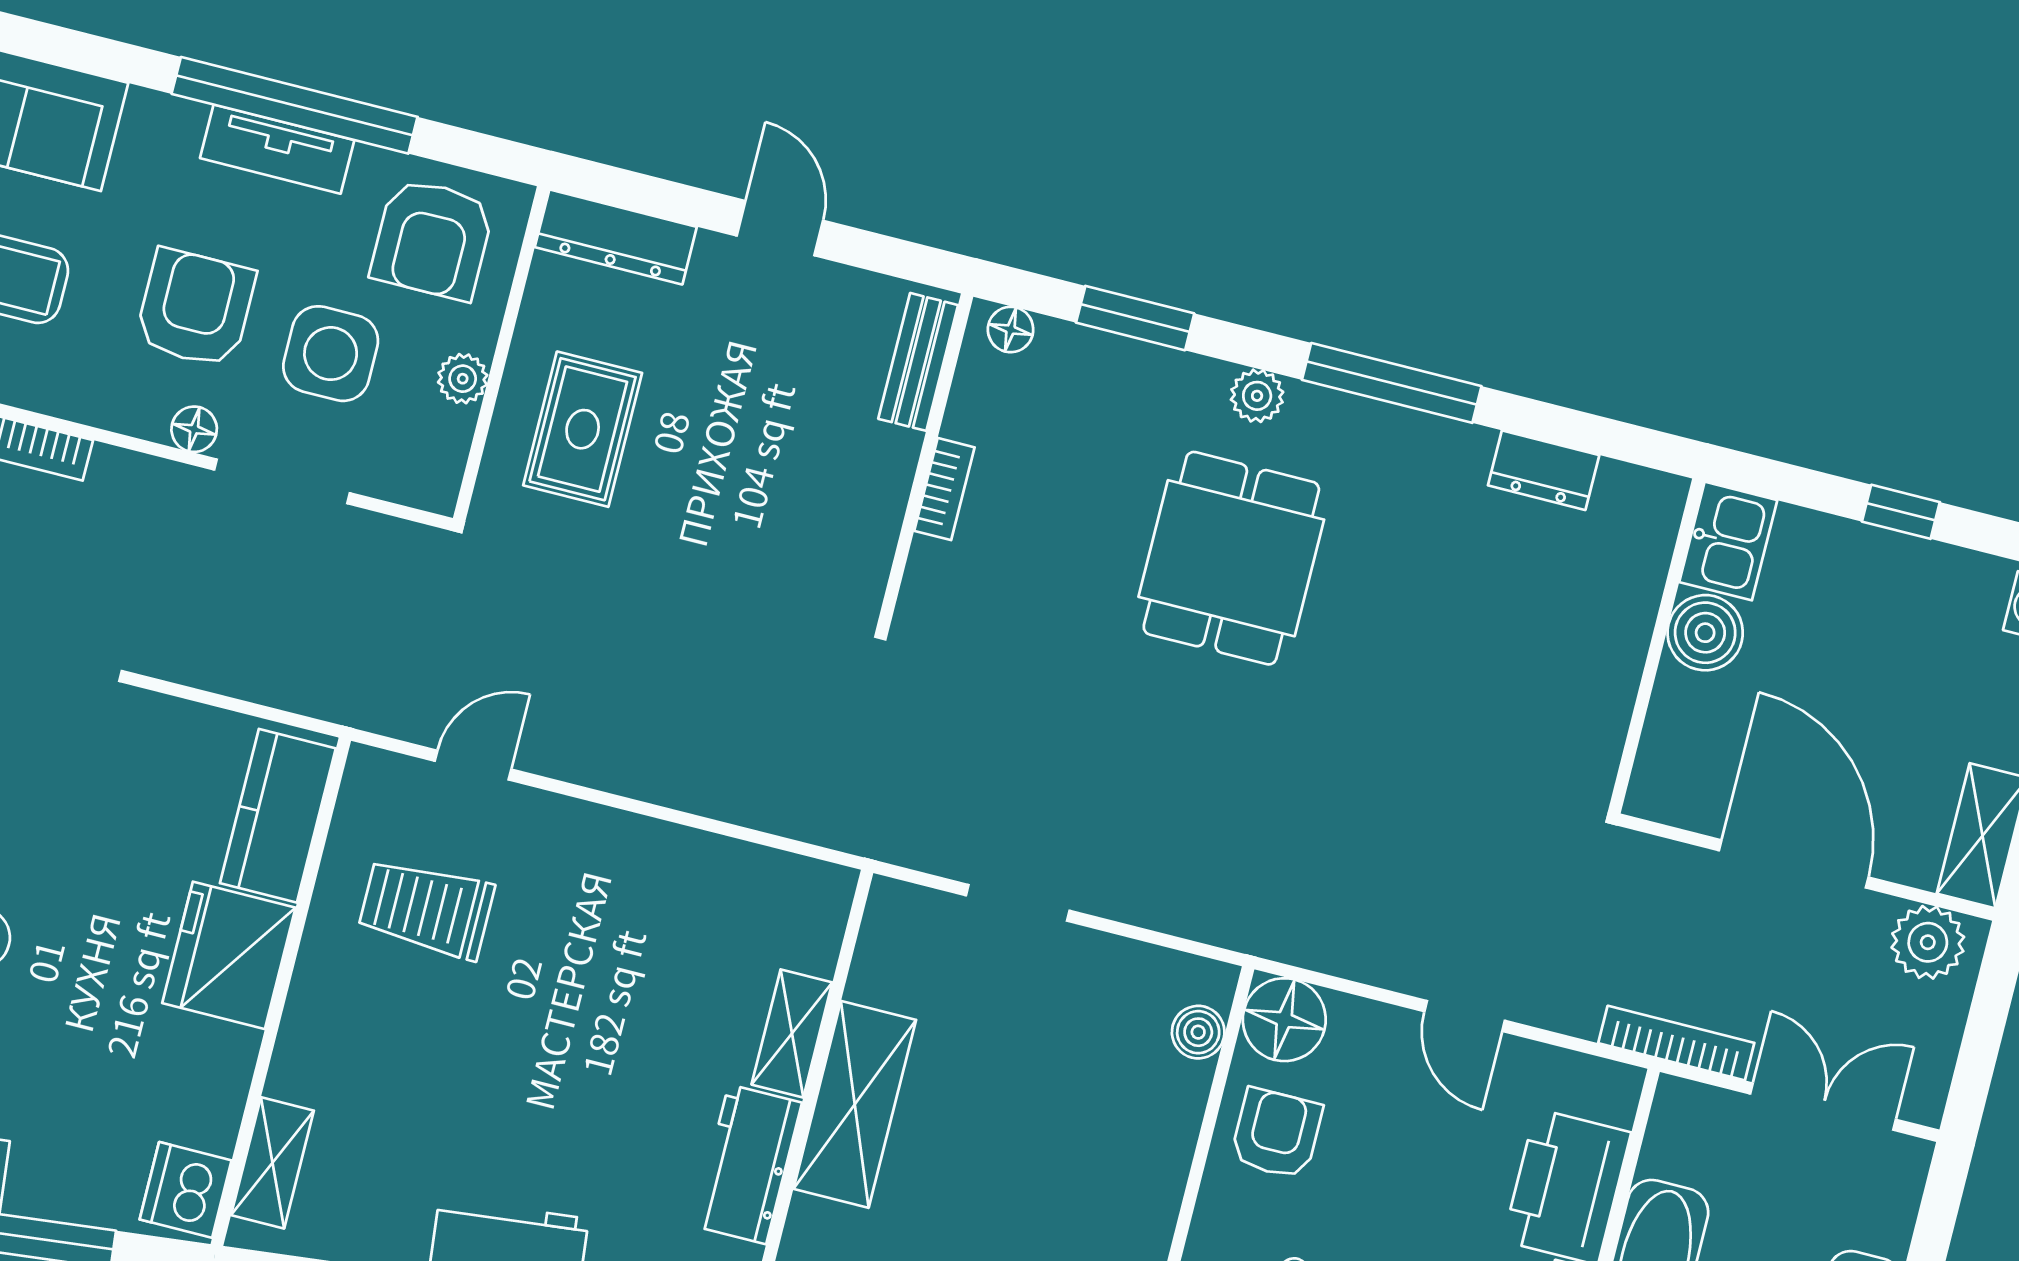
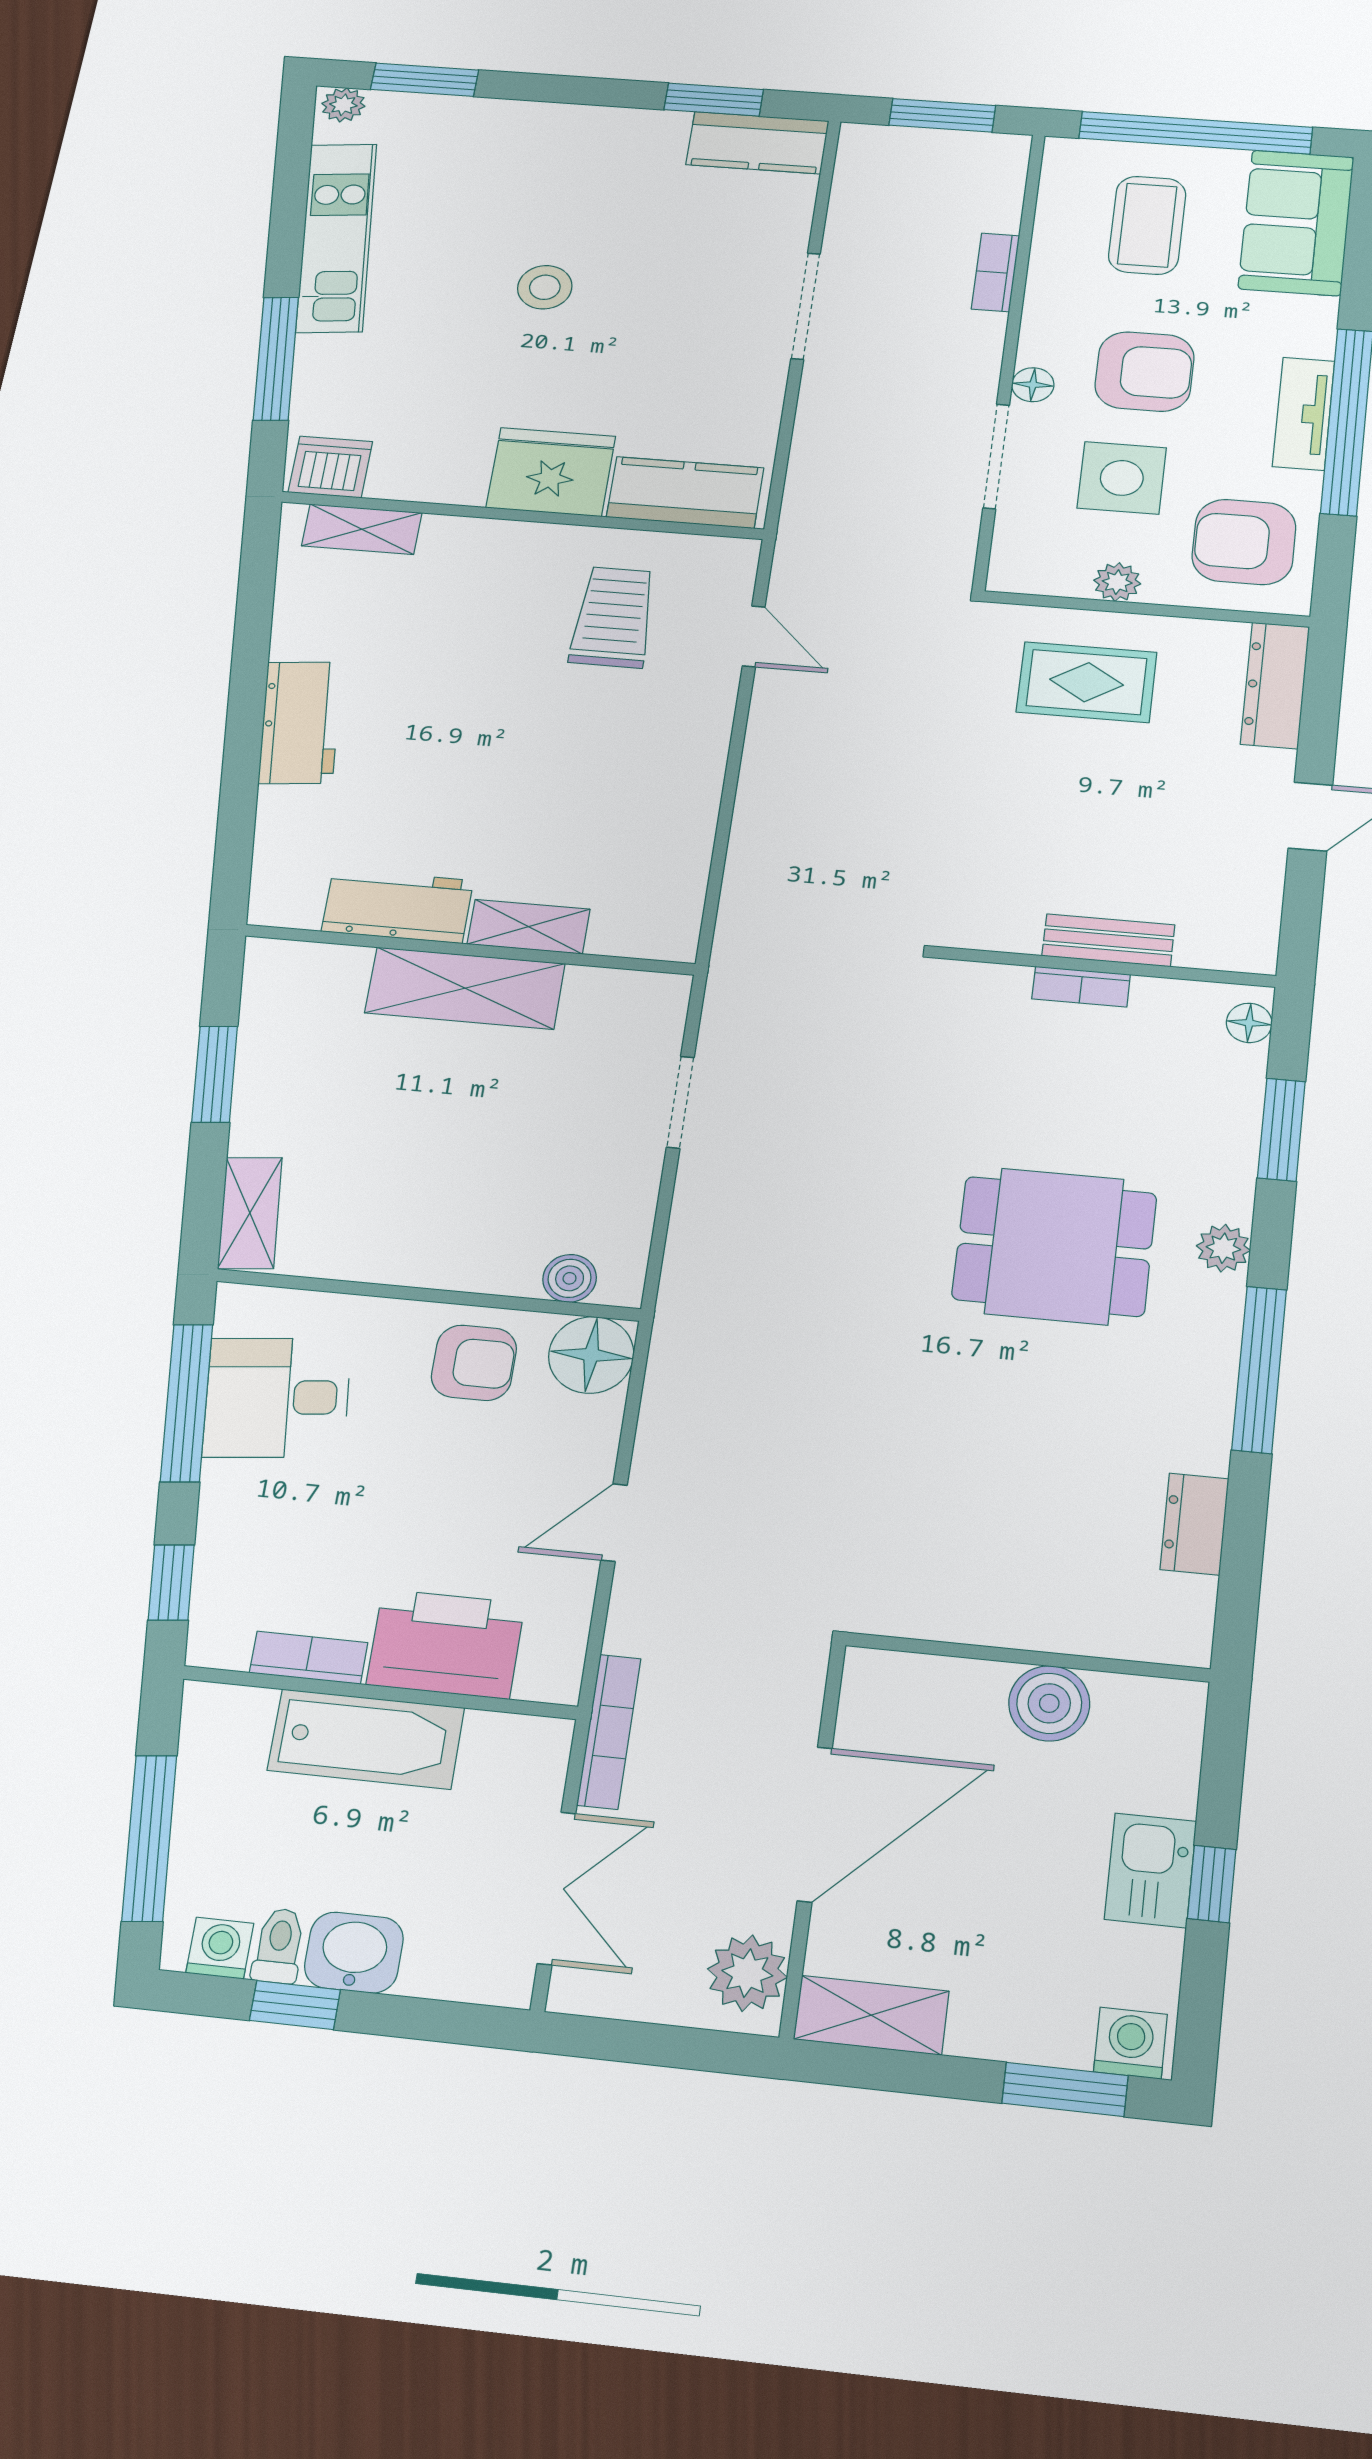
bench: (918, 362) -> (1108, 940), moved
kitchen sink: (1728, 541) -> (1151, 1870), moved, turned 90

